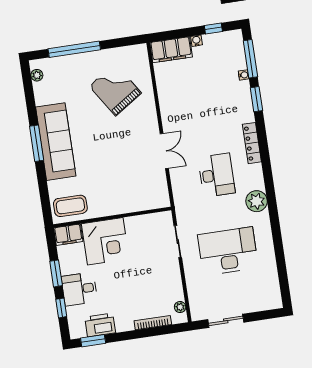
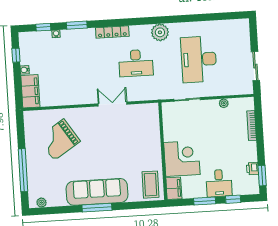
window: (250, 59) -> (43, 27), width x0.46
desk: (217, 175) -> (136, 63), turned 180
plant: (180, 307) -> (224, 103), moved
printer: (100, 325) -> (252, 169), width x0.53, depth x0.68

